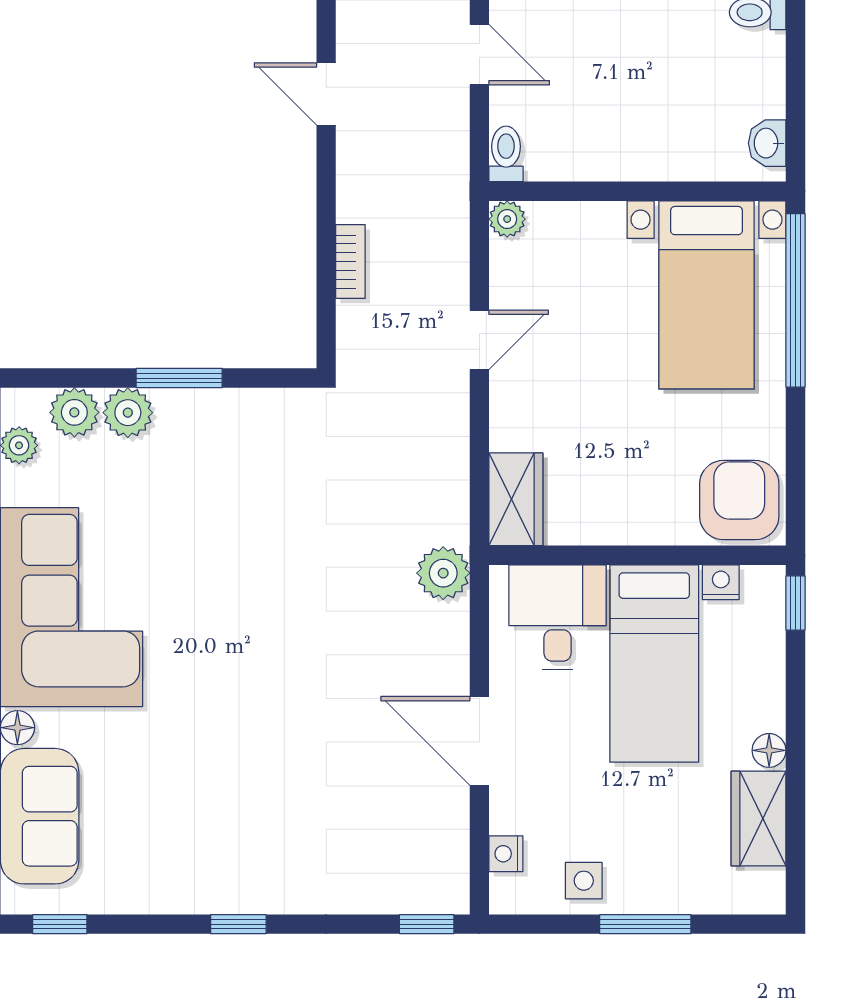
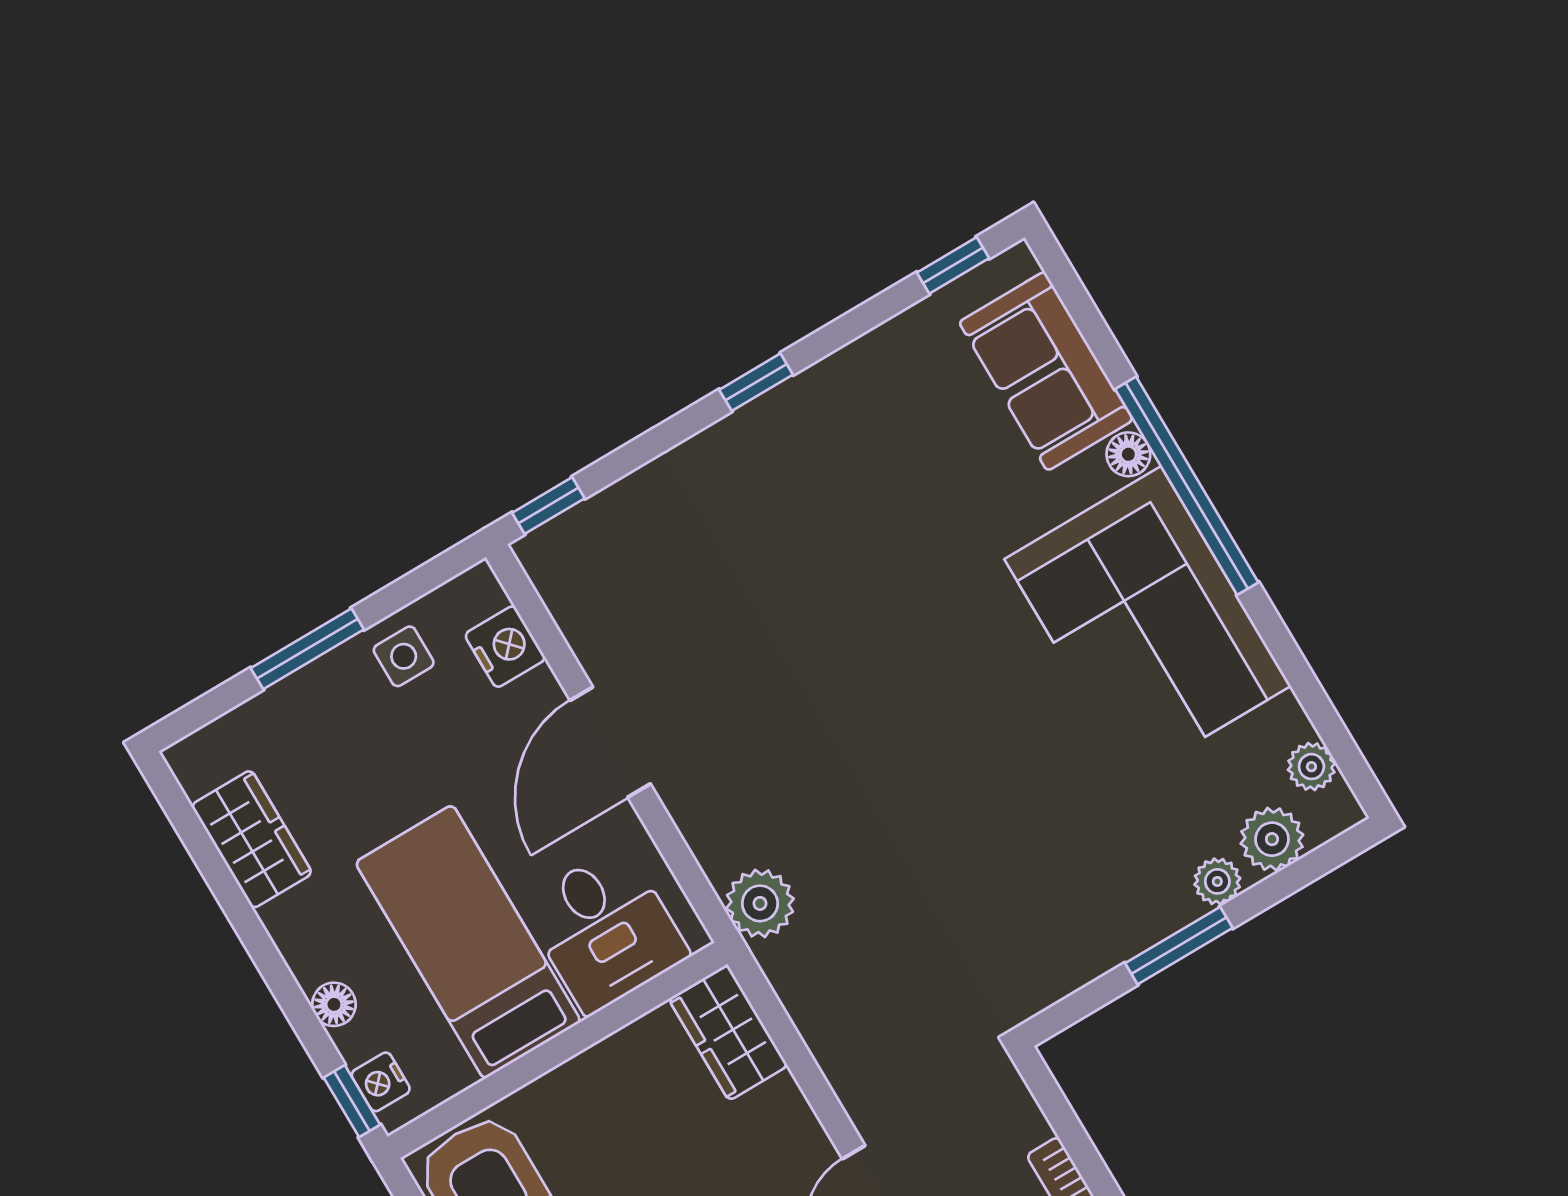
plant: (128, 413) -> (1217, 881), width x0.73, depth x0.73
nightstand: (721, 582) -> (381, 1082), moved, turned 90
door: (479, 741) -> (610, 742), swing flipped
floor lamp: (769, 750) -> (334, 1004), moved
nightstand: (506, 854) -> (505, 647), width x1.39, depth x1.35

